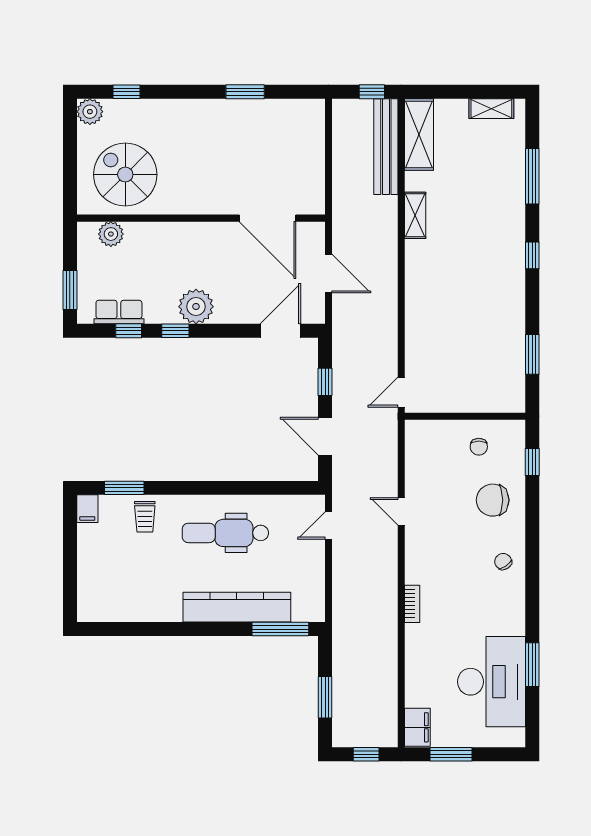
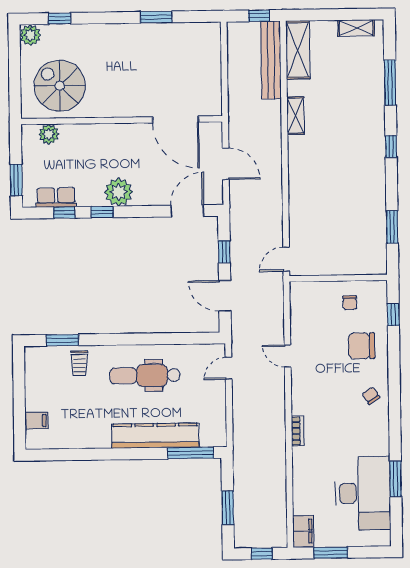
filing cabinet: (87, 509) -> (36, 421), moved, turned -90

